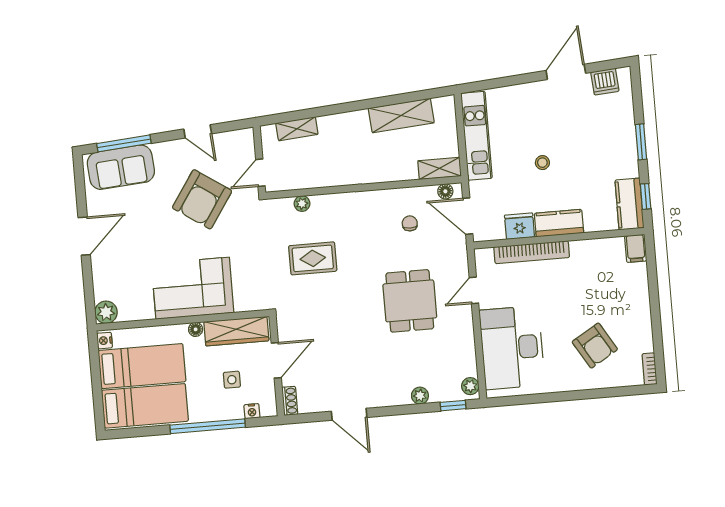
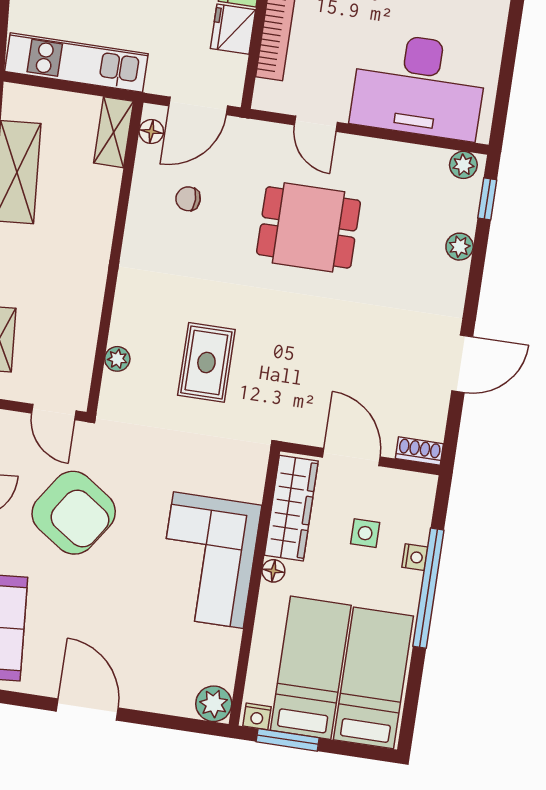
window: (95, 363) -> (288, 740), added
nightstand: (252, 411) -> (415, 557), moved

